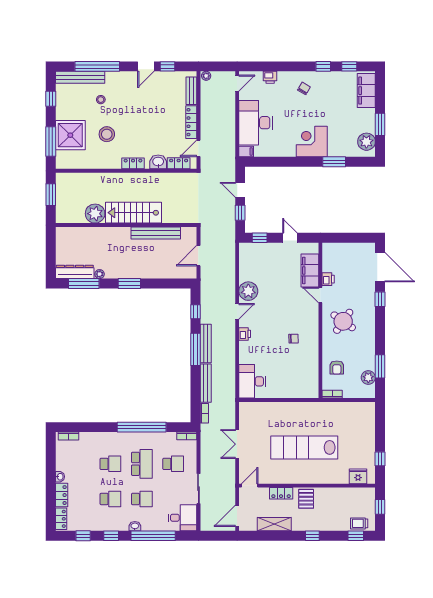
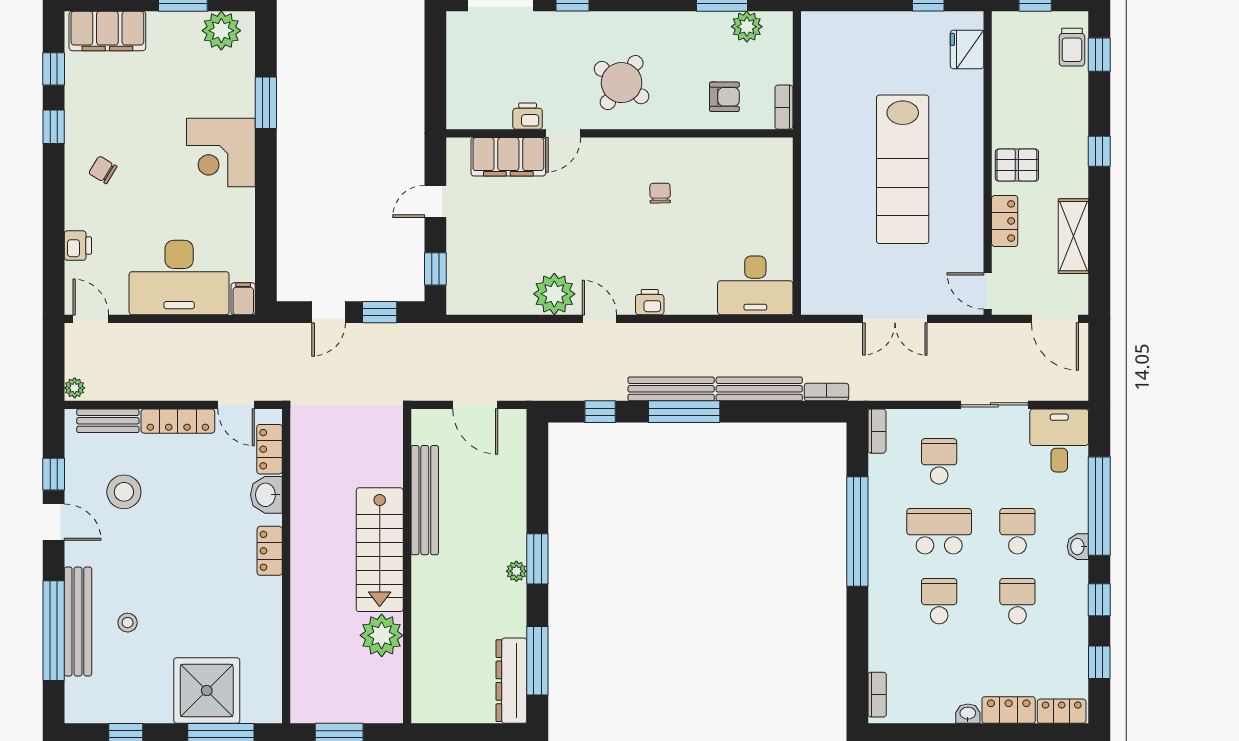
bench: (80, 77) -> (78, 622), moved
stool: (107, 134) -> (124, 492), moved
plant: (100, 274) -> (516, 571), moved

